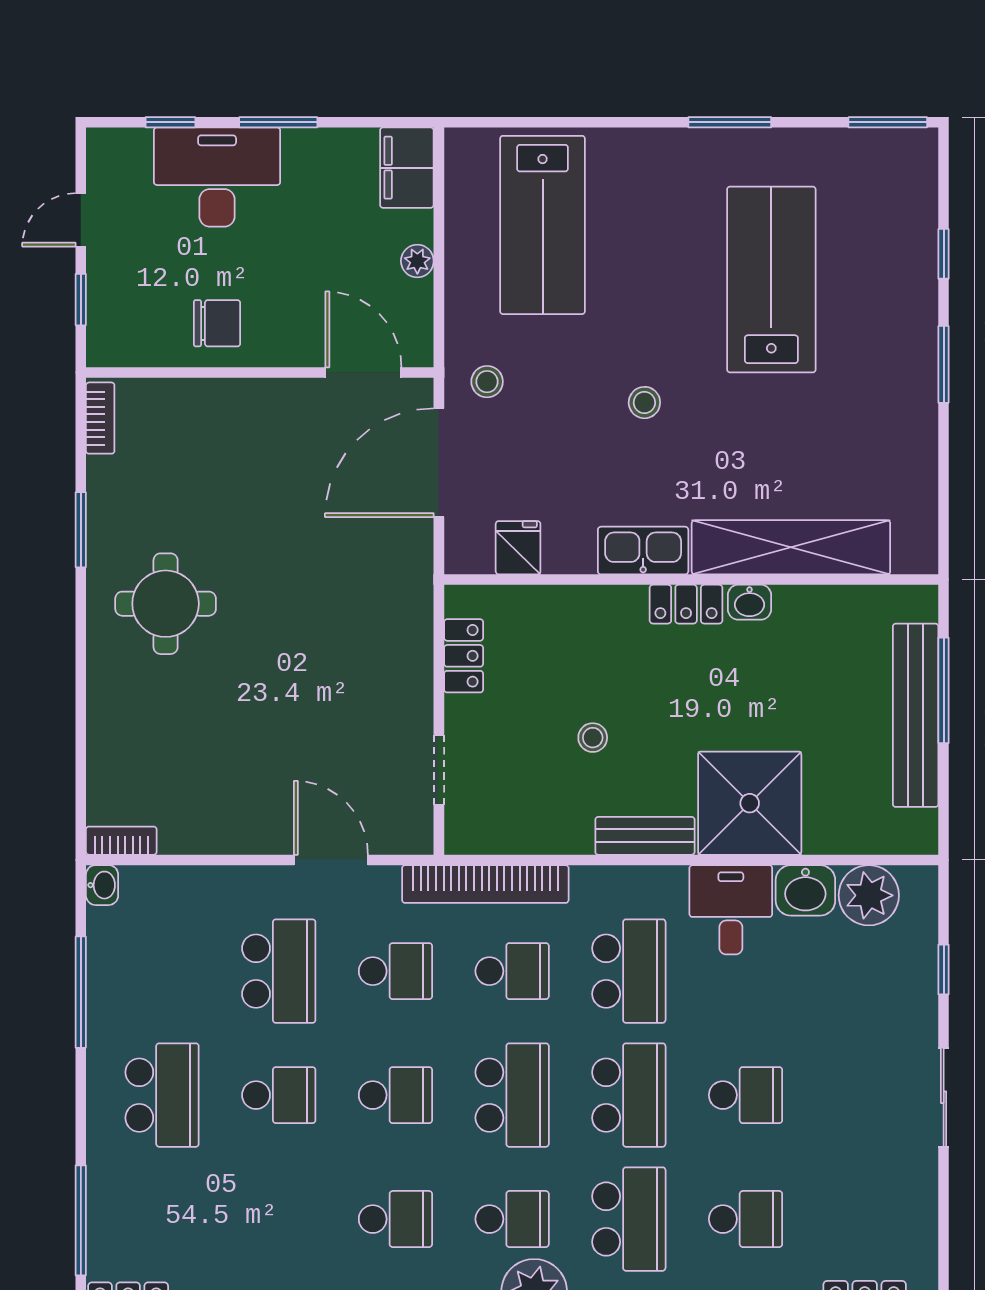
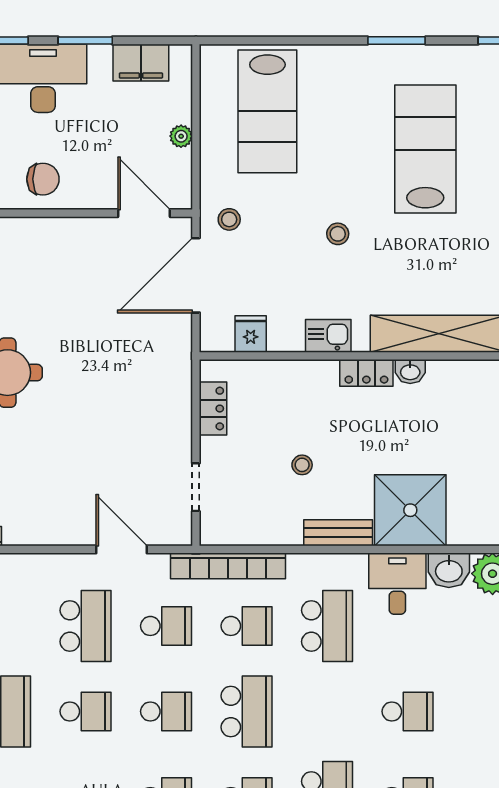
filing cabinet: (407, 168) -> (141, 63), moved, turned -90
kitchen sink: (643, 551) -> (328, 336), width x0.73
school desk: (629, 1095) -> (327, 711), removed

